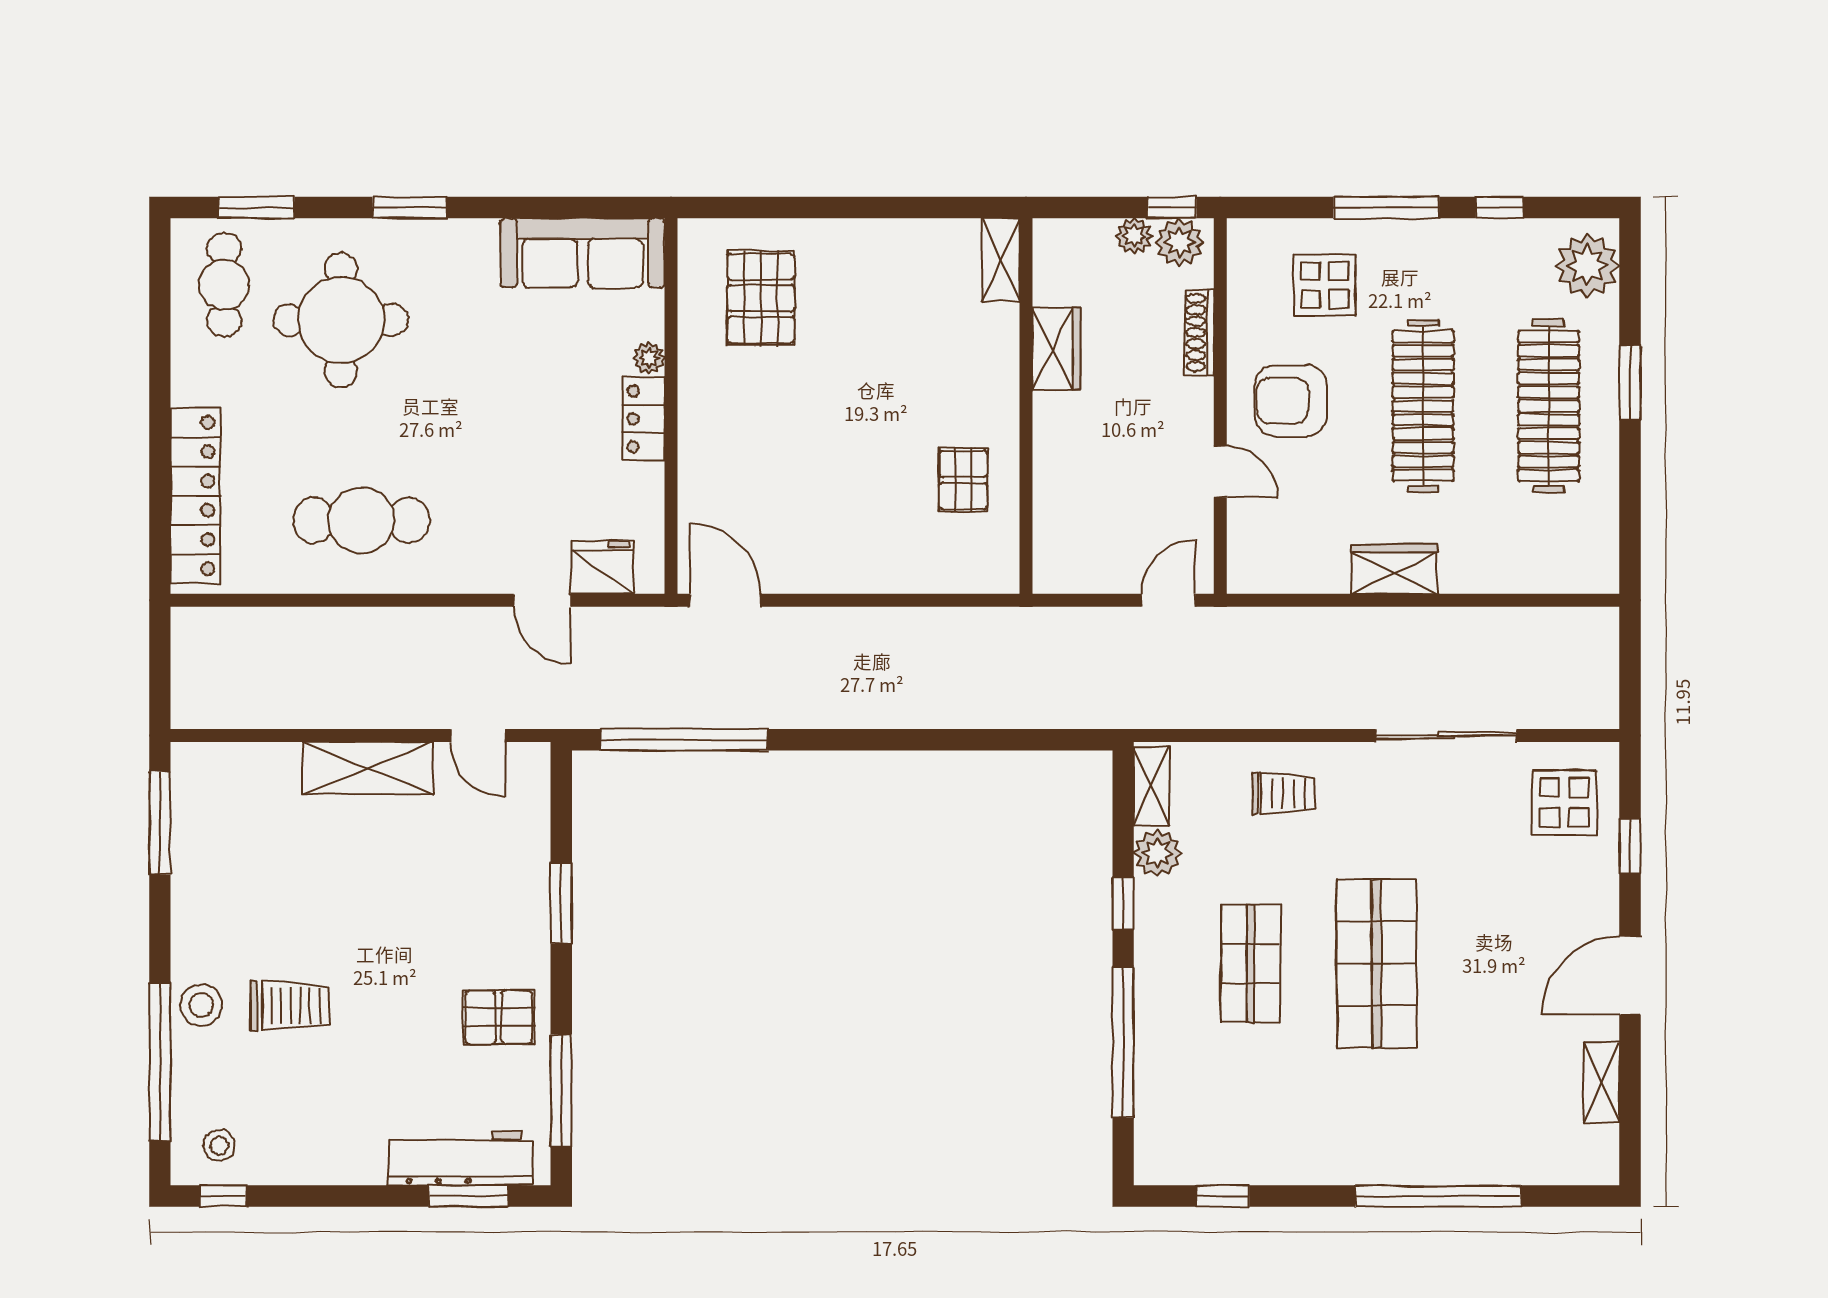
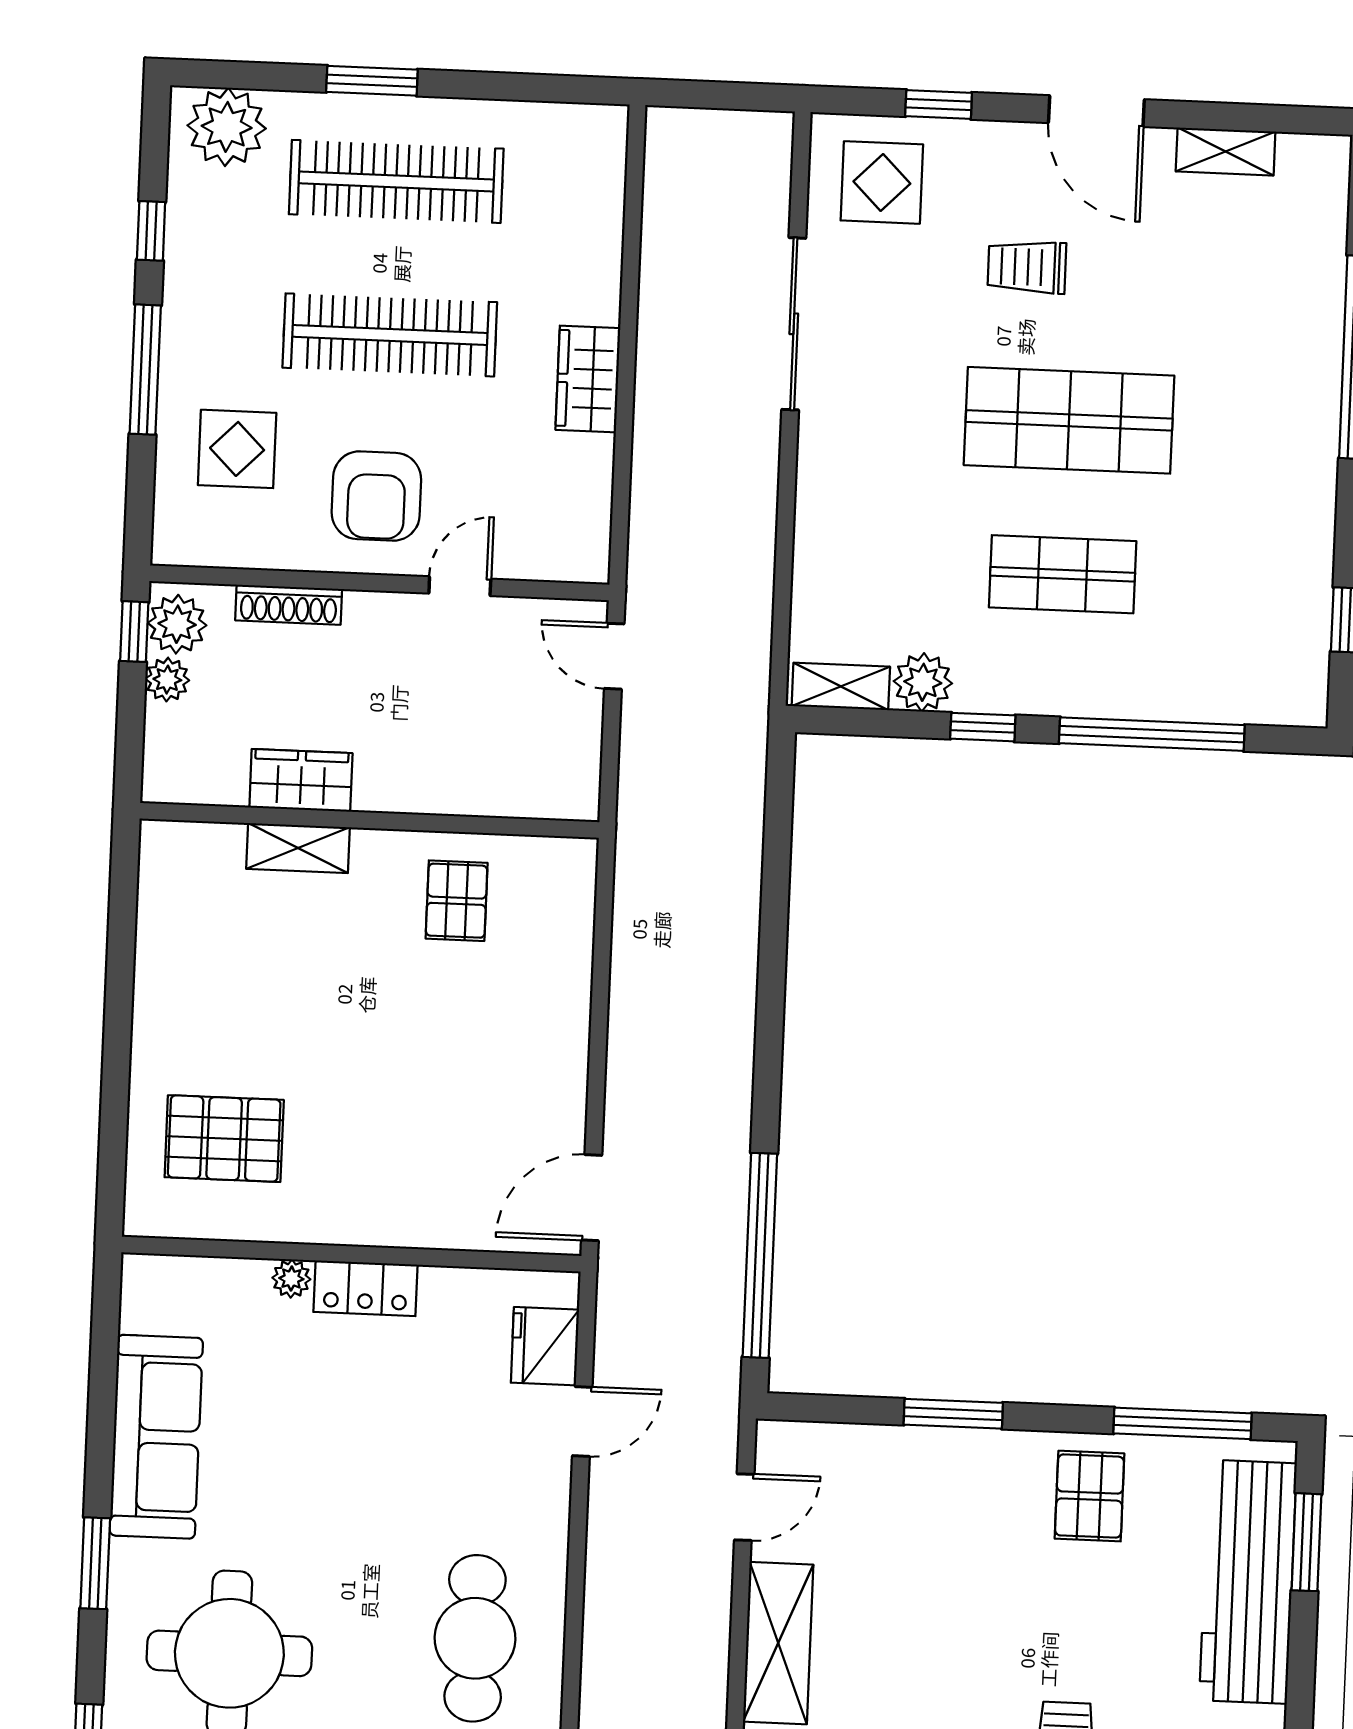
sofa: (583, 253) -> (156, 1437), moved
shelving: (1001, 260) -> (298, 848), moved
pallet: (963, 480) -> (457, 901), turned 90
trolley: (1284, 793) -> (1027, 267), moved, turned -90
workbench: (460, 1158) -> (1248, 1582), width x1.36, depth x1.32

